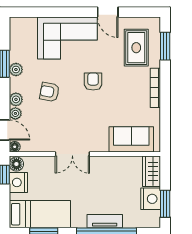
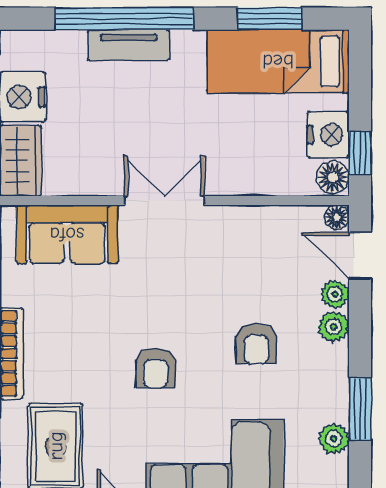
plant: (16, 69) -> (334, 439), moved
armchair: (49, 92) -> (256, 344), turned 79
double door: (72, 154) -> (164, 201), moved

